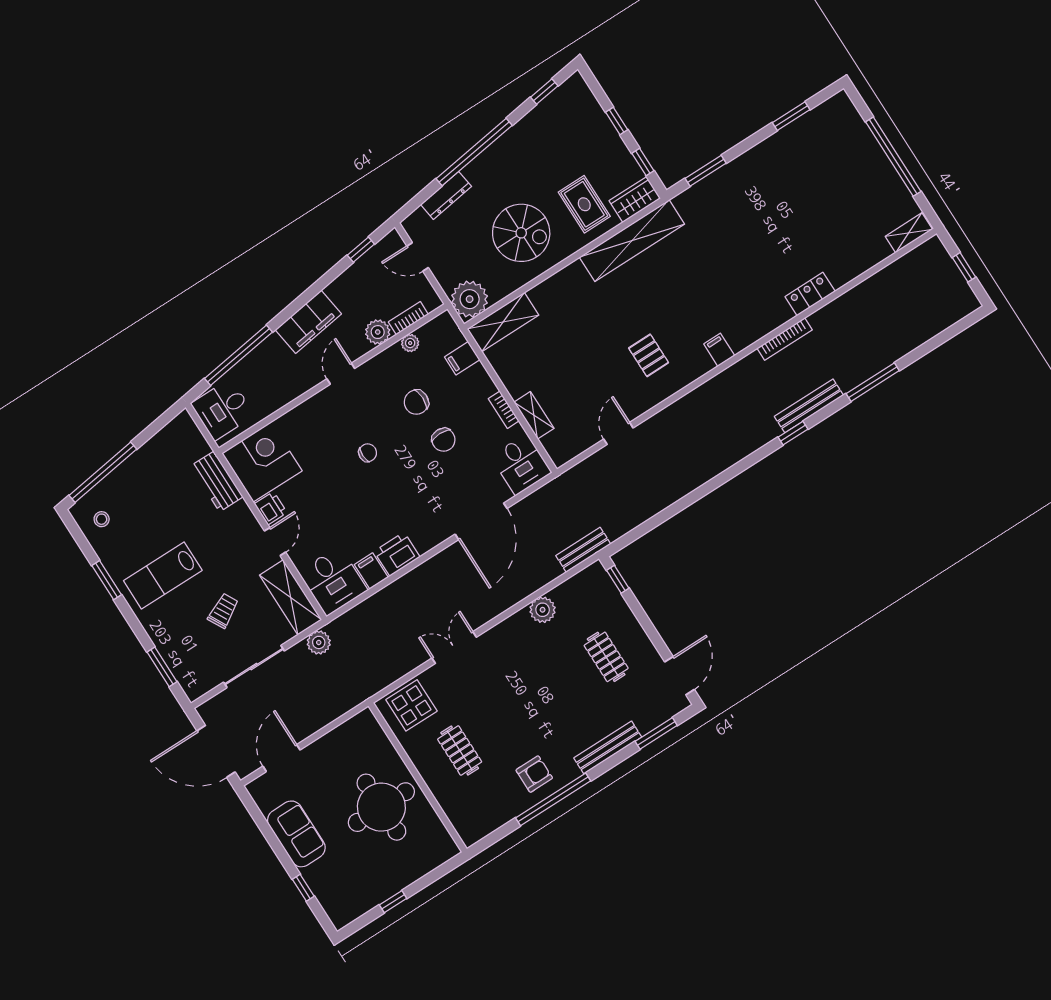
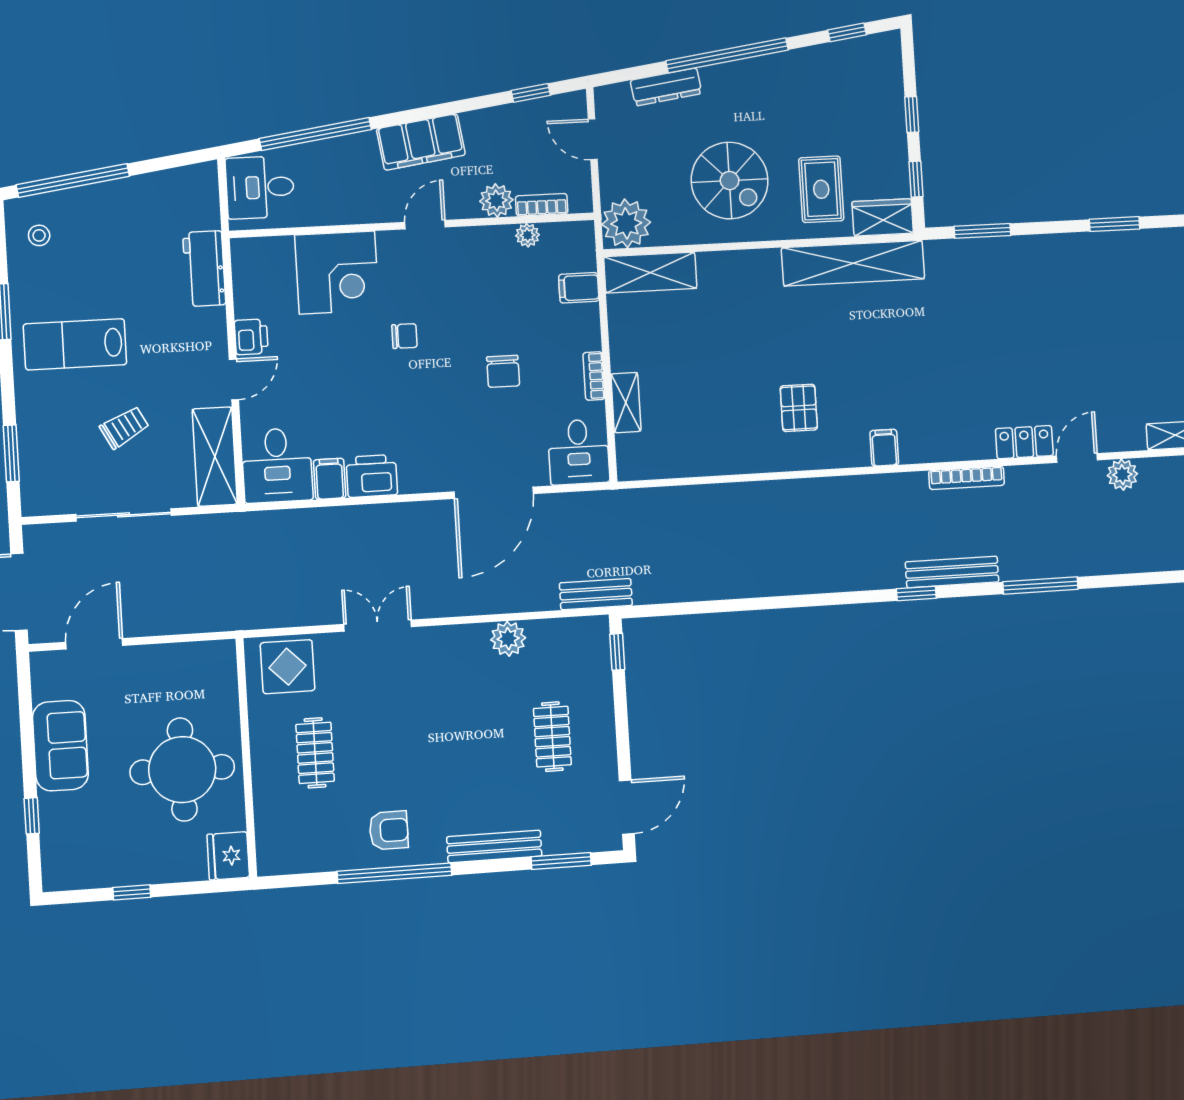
chair: (416, 402) -> (496, 309), removed
door: (618, 433) -> (1077, 458), moved
corner desk: (262, 462) -> (337, 273), moved, turned 90
plant: (319, 642) -> (1122, 475), moved
fridge: (441, 846) -> (228, 856), added

